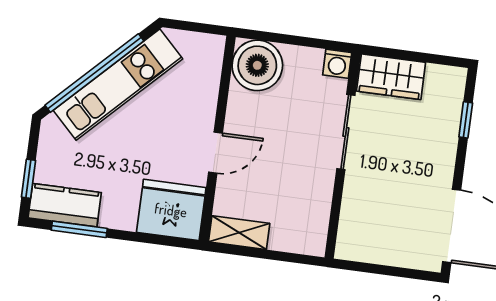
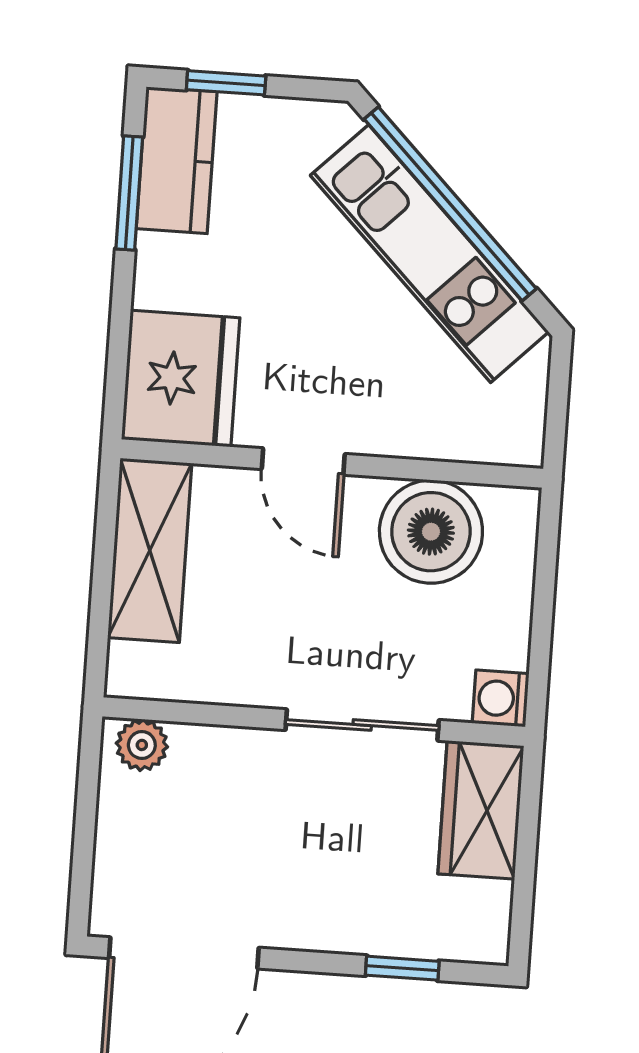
boiler: (257, 65) -> (431, 532), moved
shelving: (239, 233) -> (150, 550), width x1.50, depth x1.33
plant: (349, 240) -> (142, 745), added

